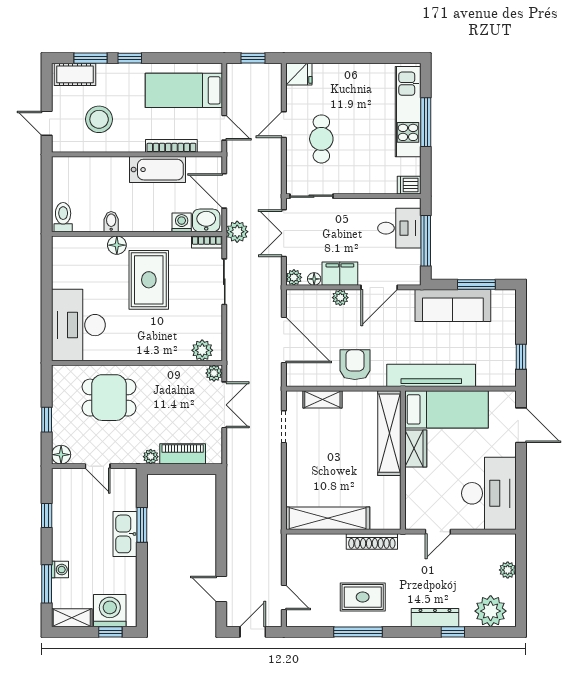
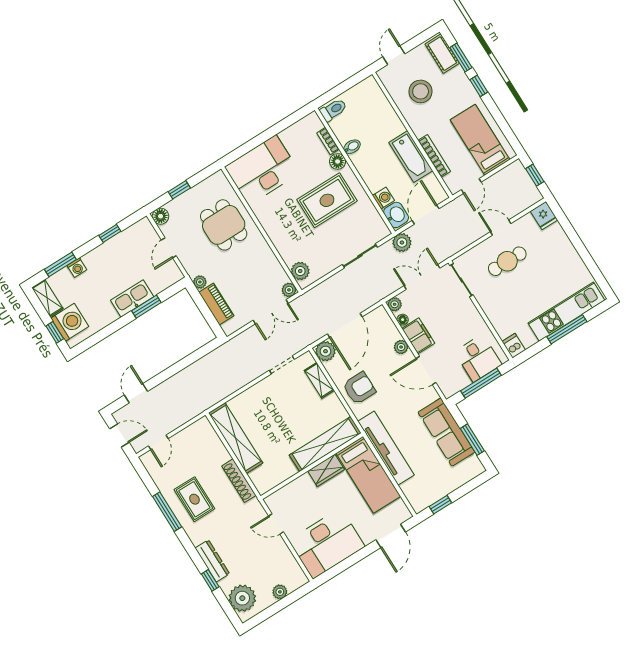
bookcase: (207, 242) -> (328, 141), moved
plant: (297, 375) -> (325, 351), added

